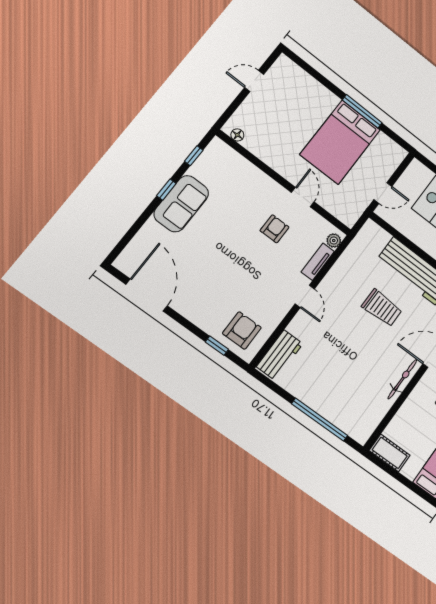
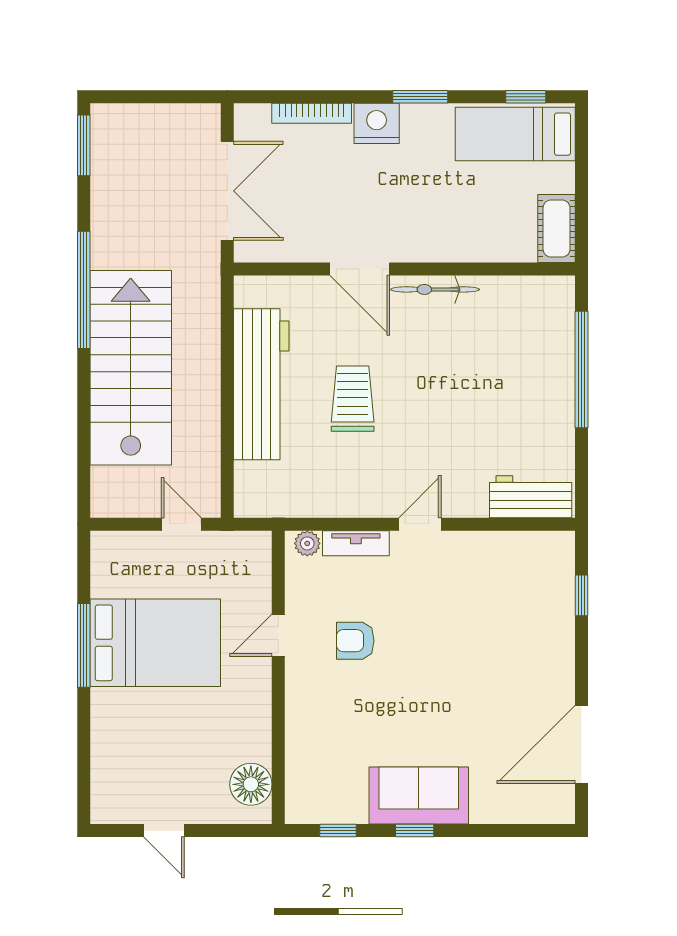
floor lamp: (237, 135) -> (251, 784), width x1.89, depth x1.89
armchair: (242, 330) -> (535, 577), removed

